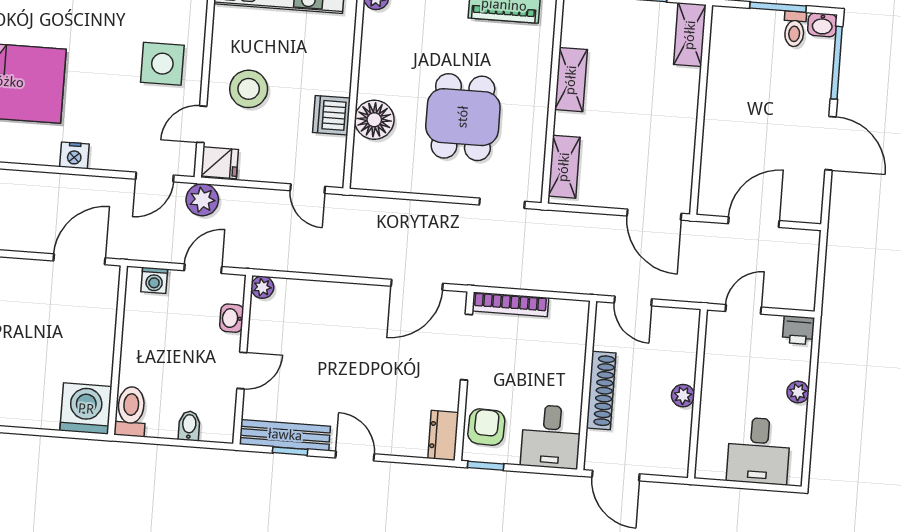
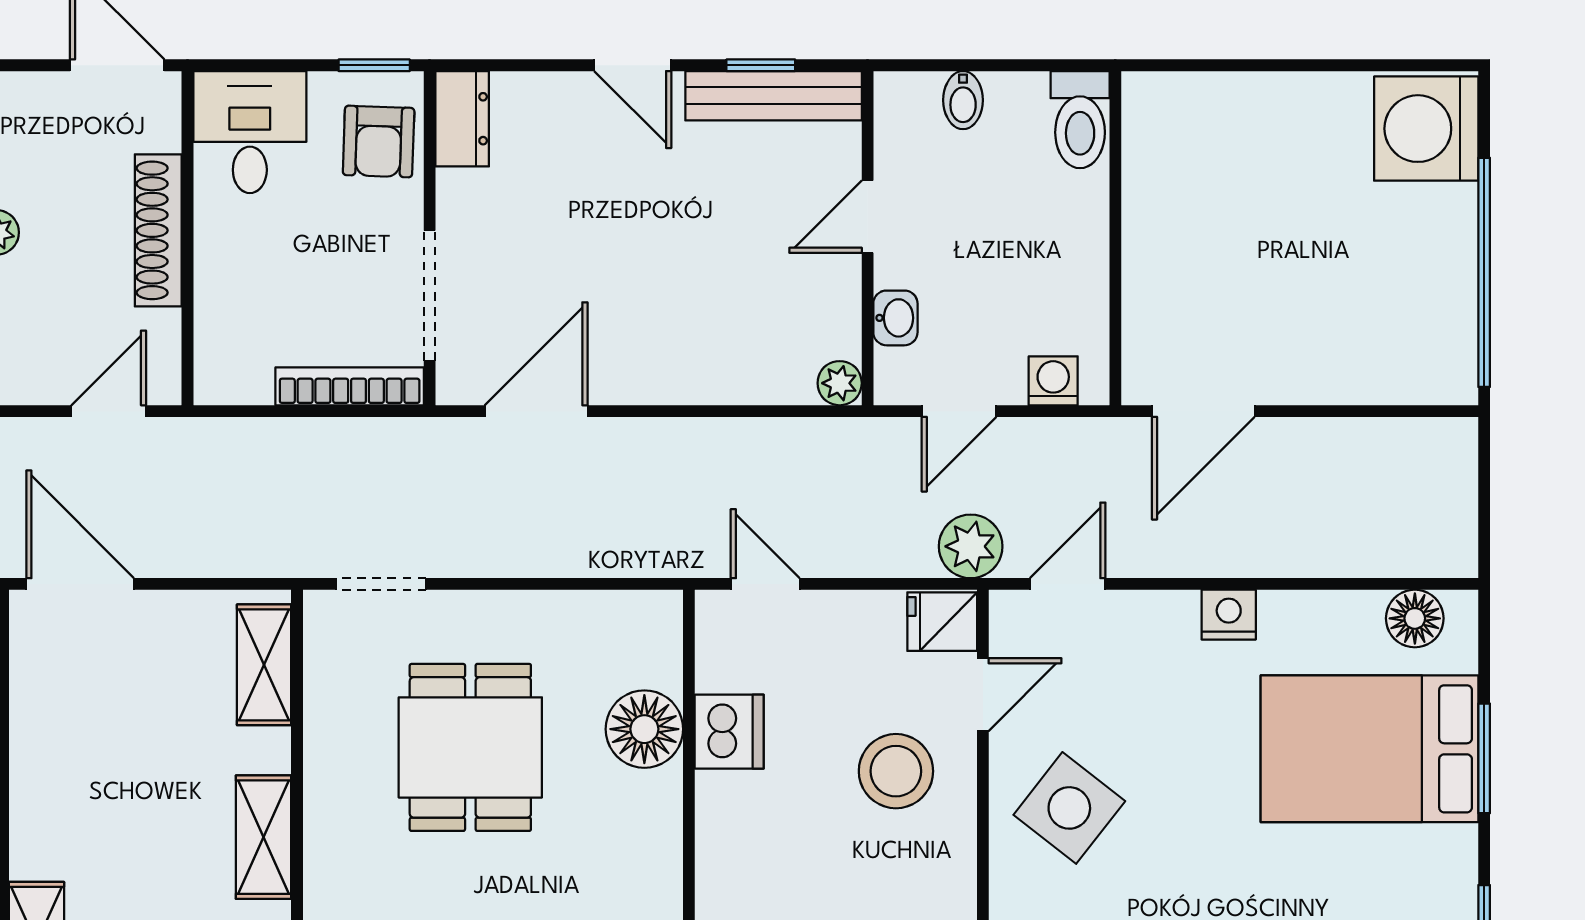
side table: (162, 64) -> (1069, 808), turned 38
door: (633, 301) -> (109, 411), hinge flipped
washing machine: (86, 409) -> (1169, 119), removed

